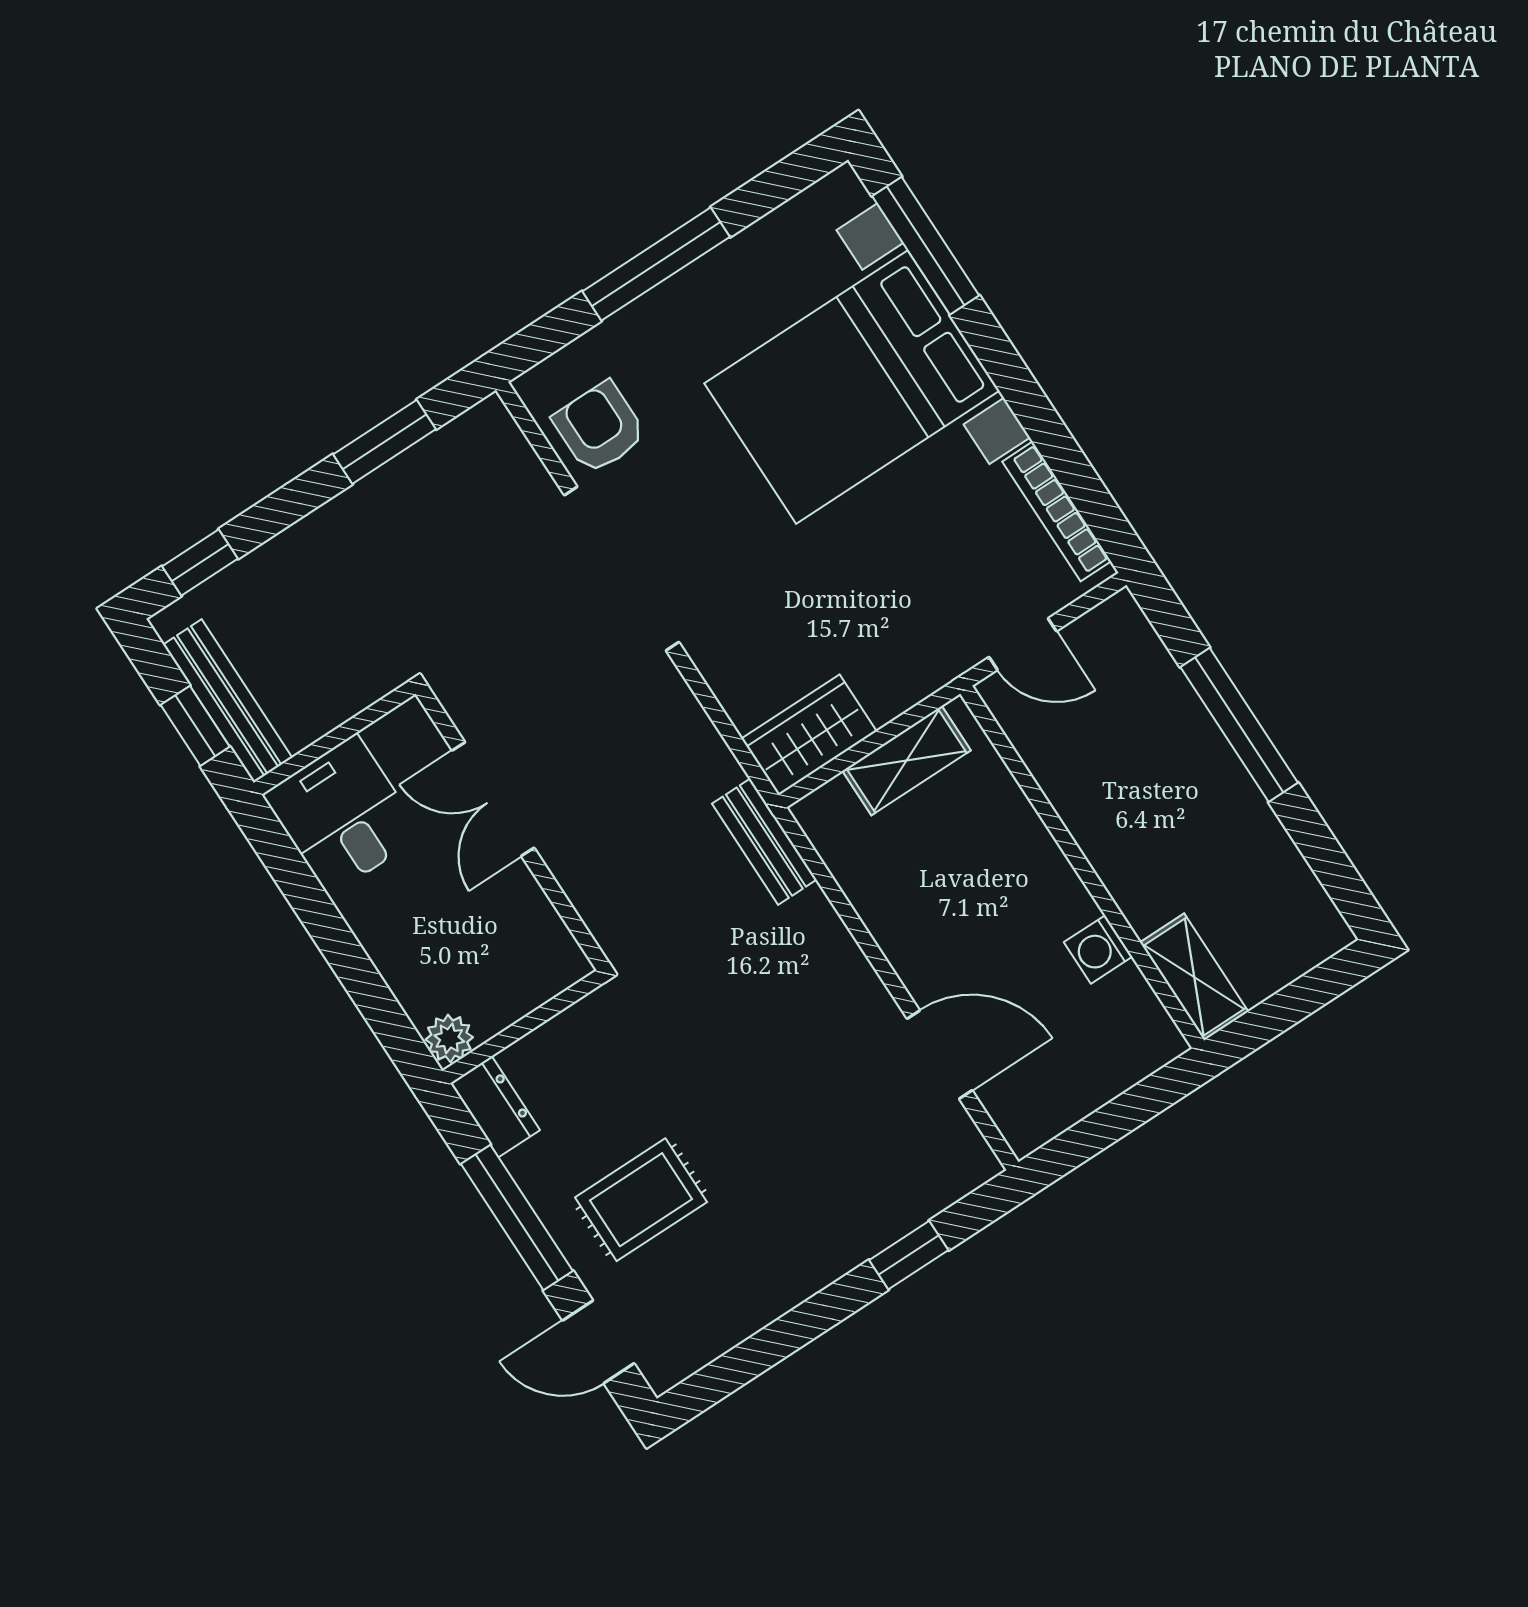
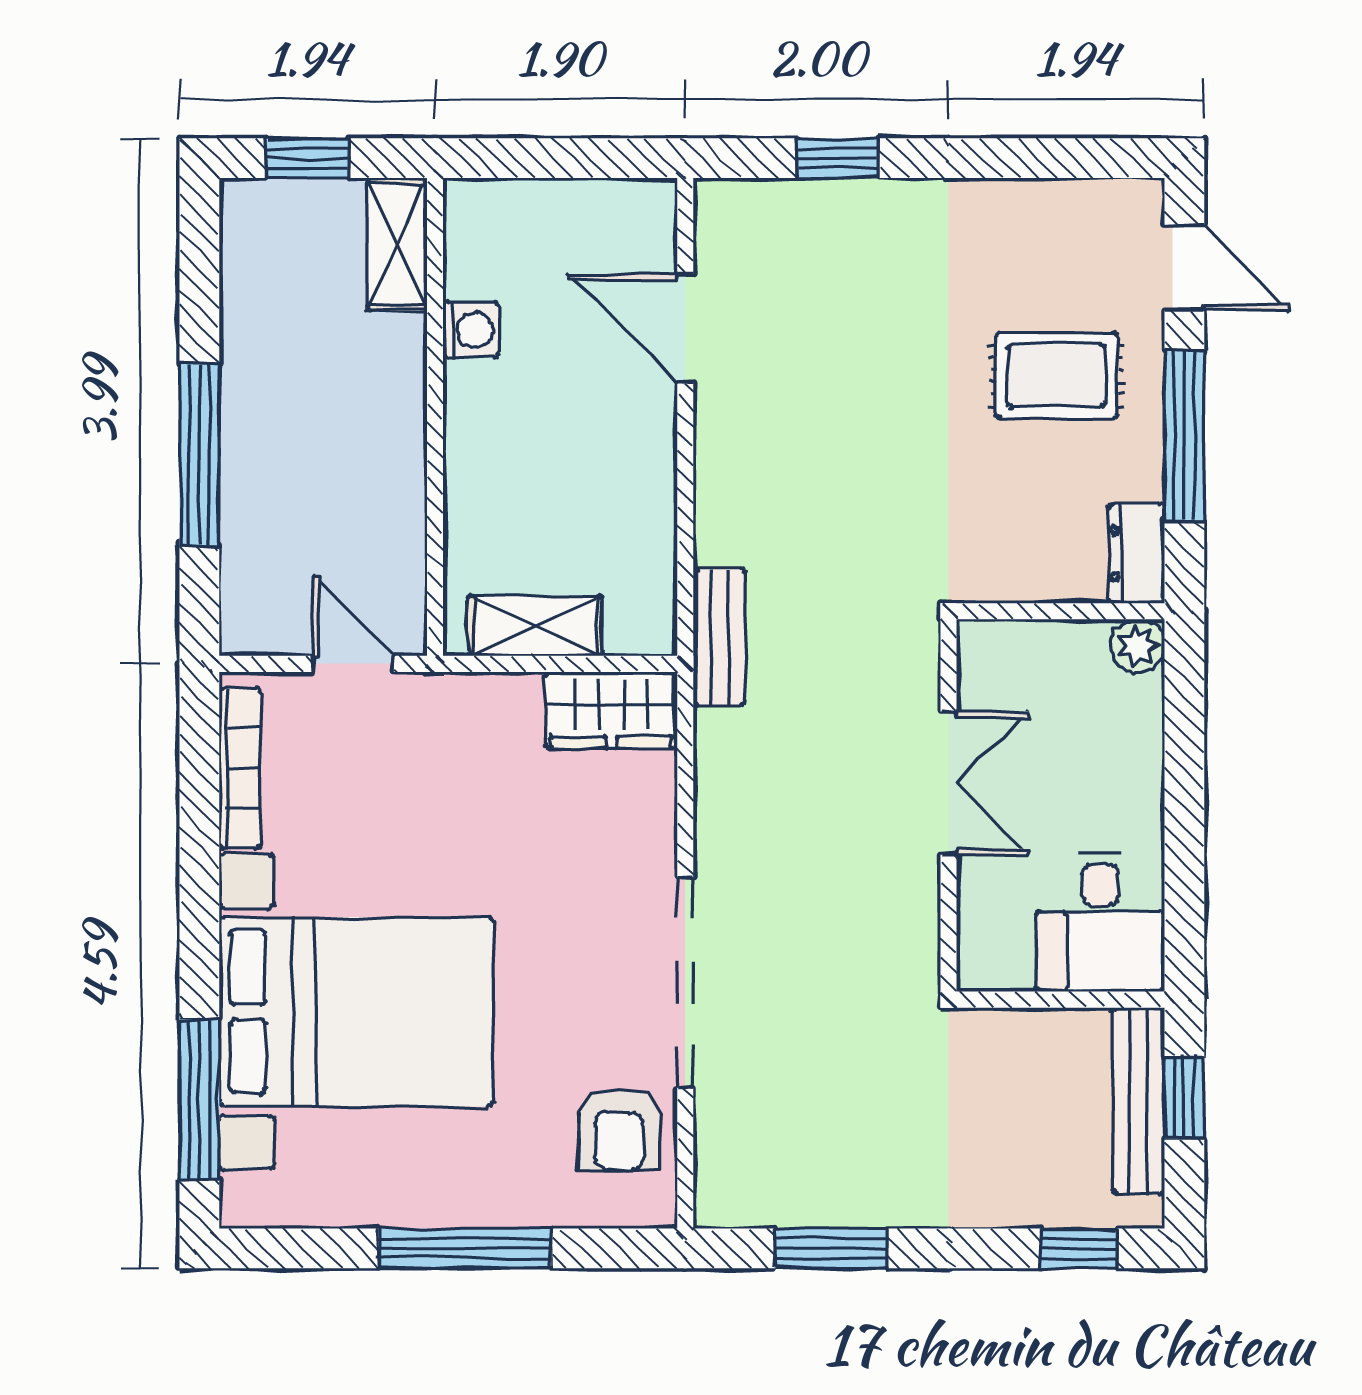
double door: (493, 799) -> (949, 783), moved
window: (1303, 997) -> (308, 158), added

